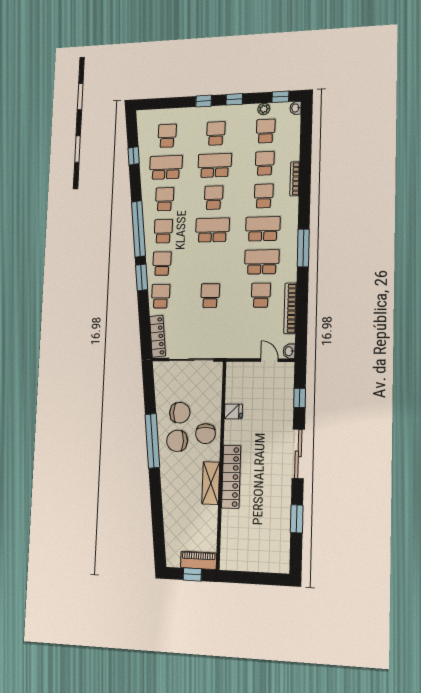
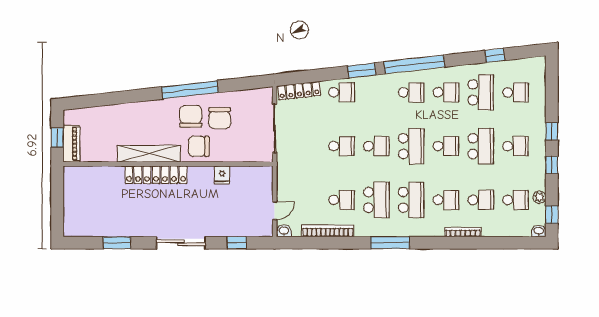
school desk: (162, 264) -> (376, 146), moved
shelving: (211, 483) -> (149, 154), width x1.47

